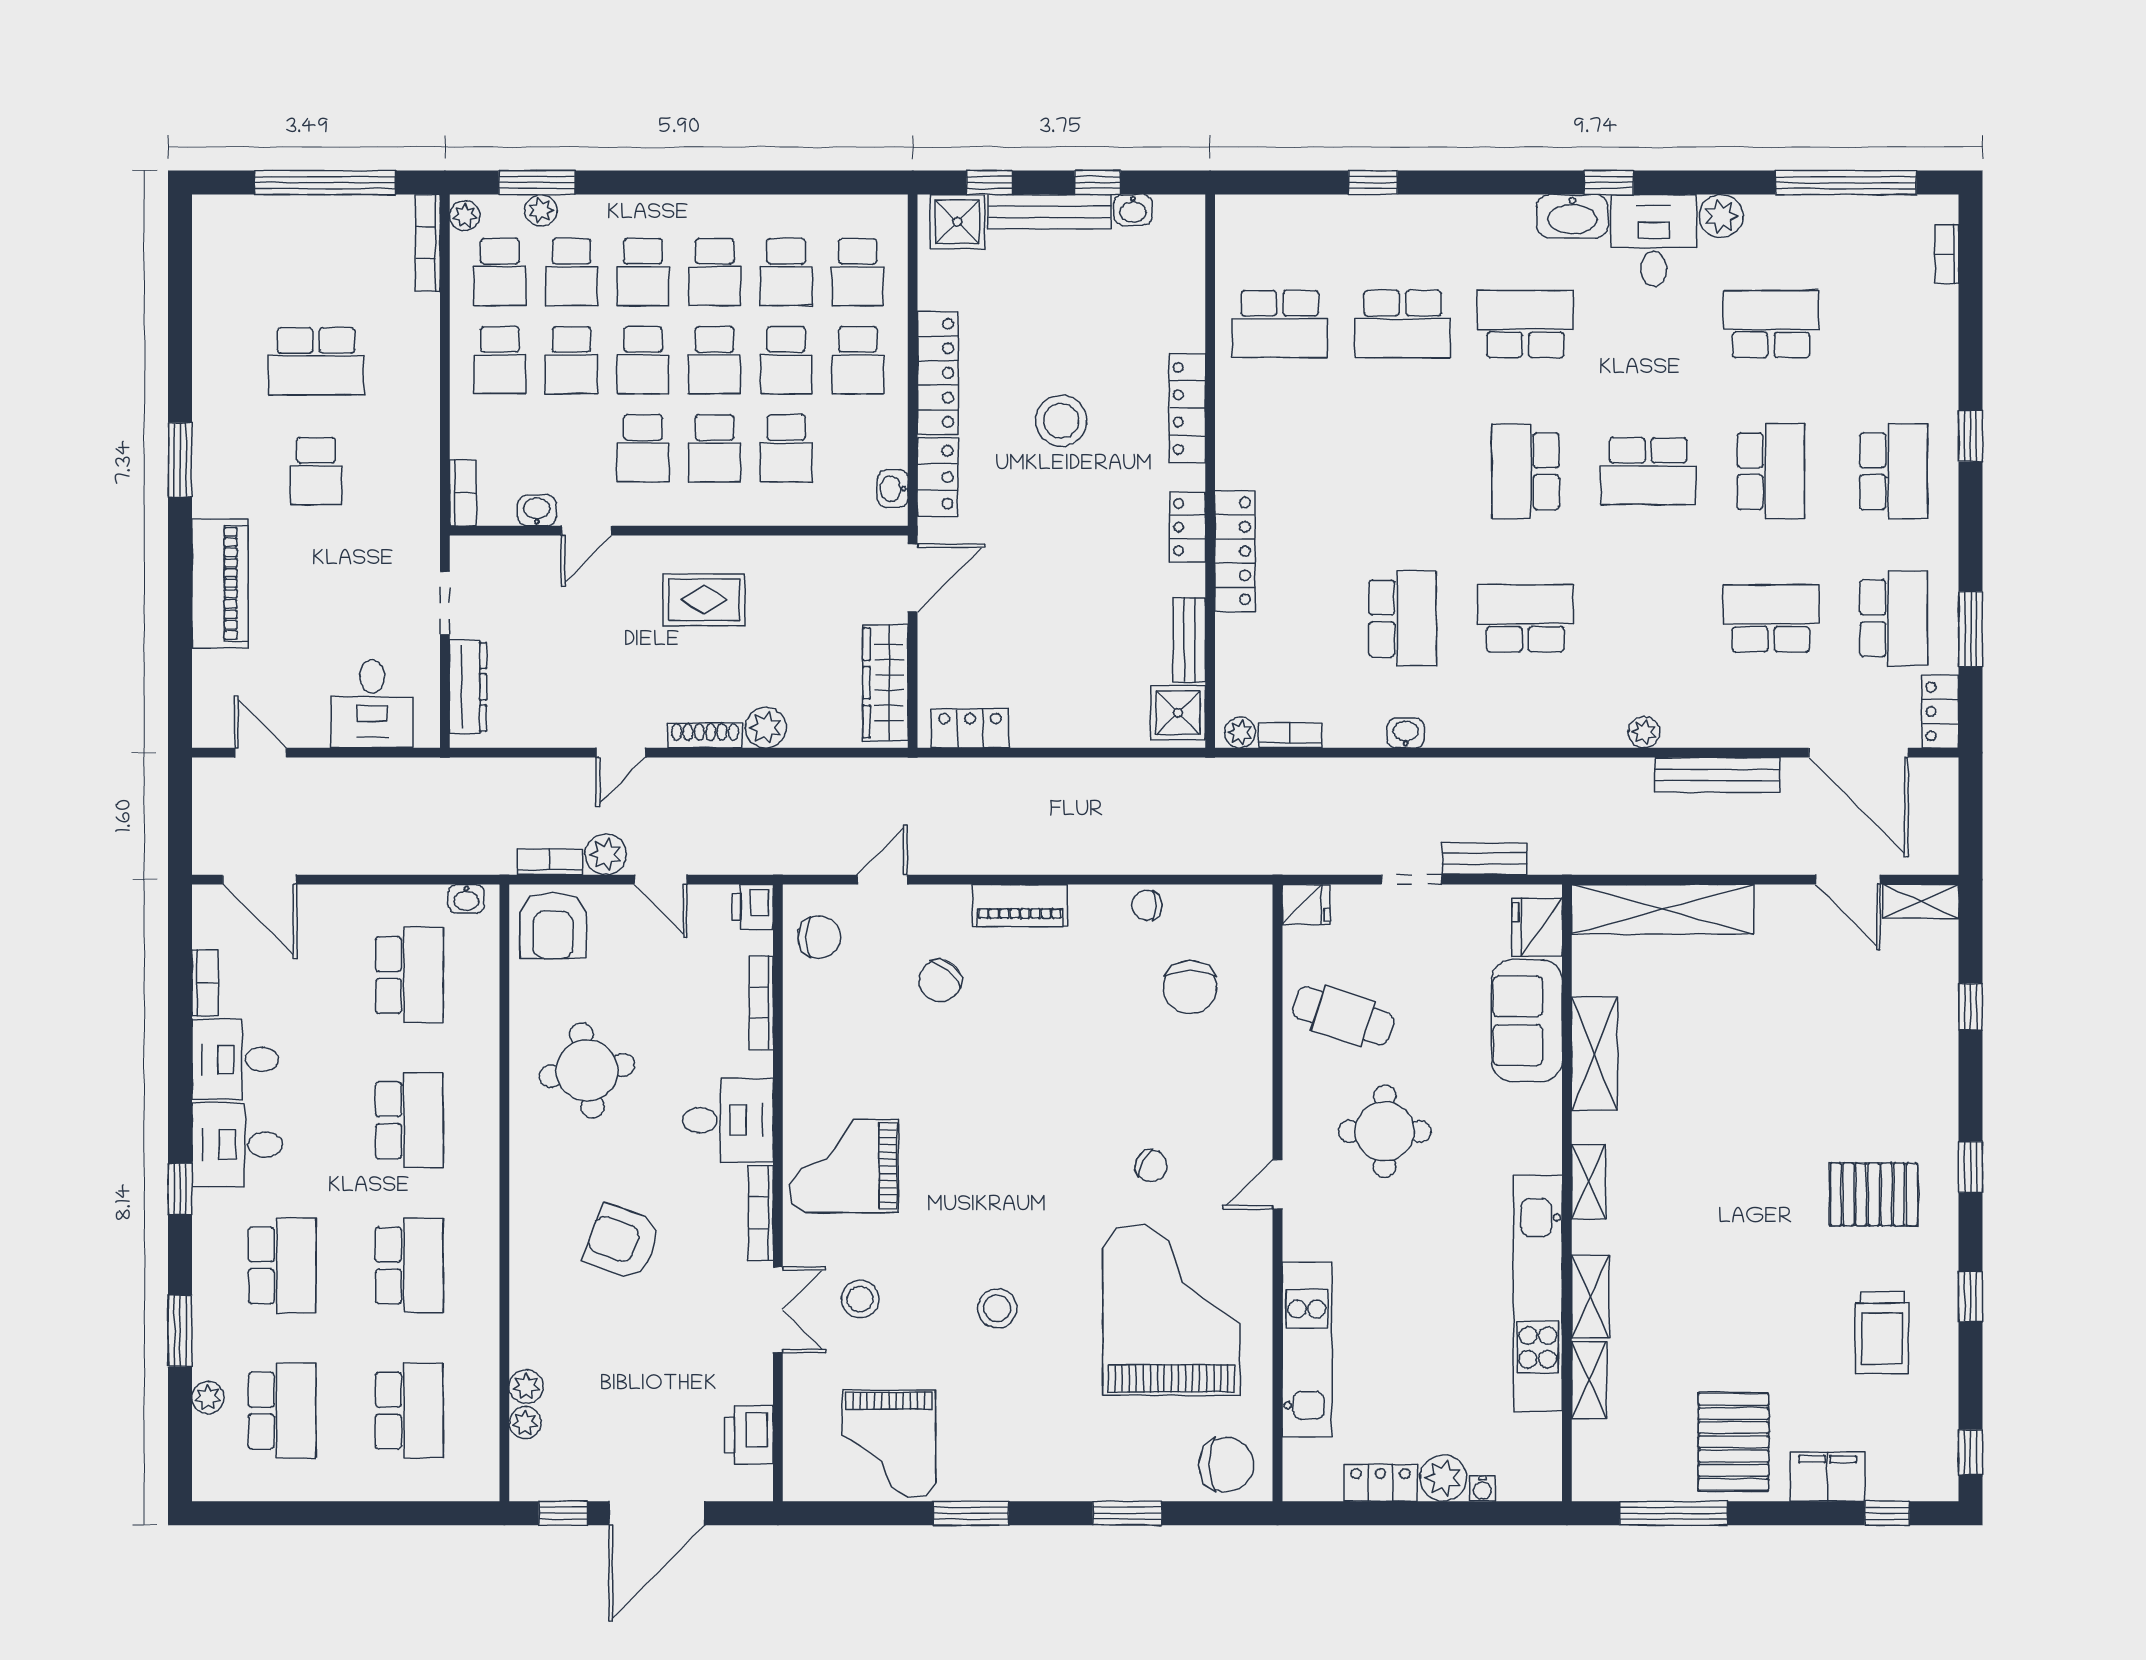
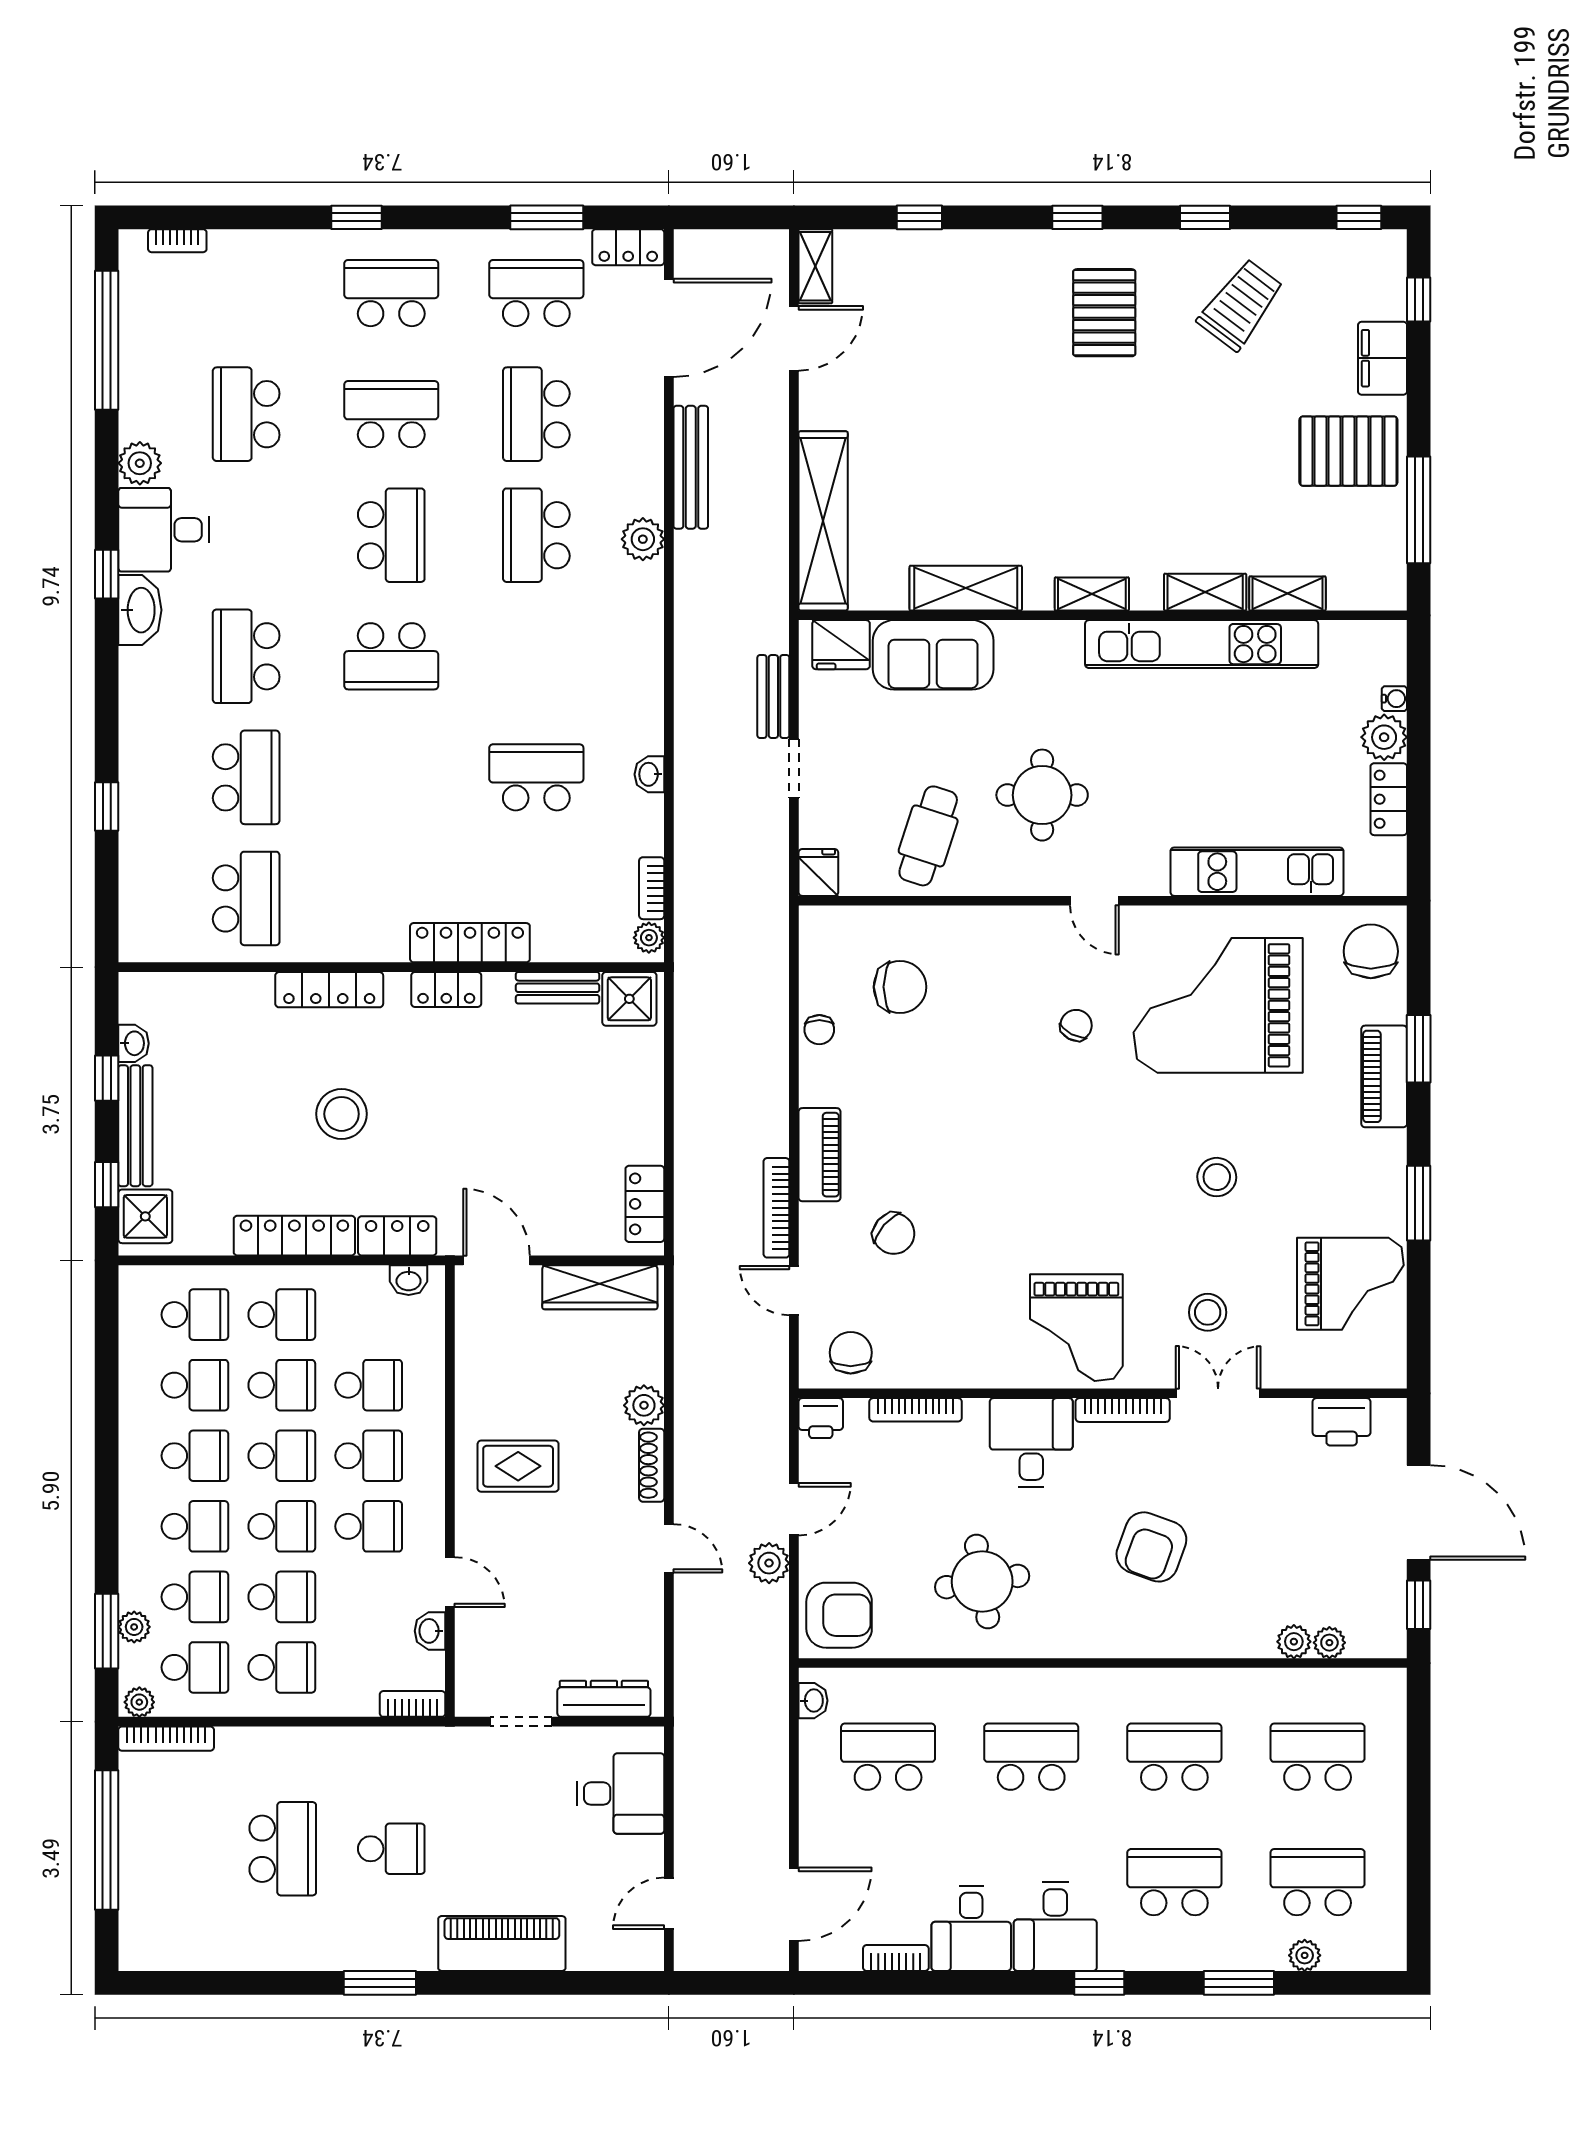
rug: (704, 600) -> (518, 1466), turned 90
school desk: (1525, 618) -> (536, 535), moved
plant: (1644, 732) -> (643, 539), width x1.38, depth x1.38
bookcase: (550, 862) -> (776, 1208), moved, width x1.56
trolley: (1882, 1333) -> (1241, 305), turned -53
piano: (1099, 1478) -> (1384, 1076), added

